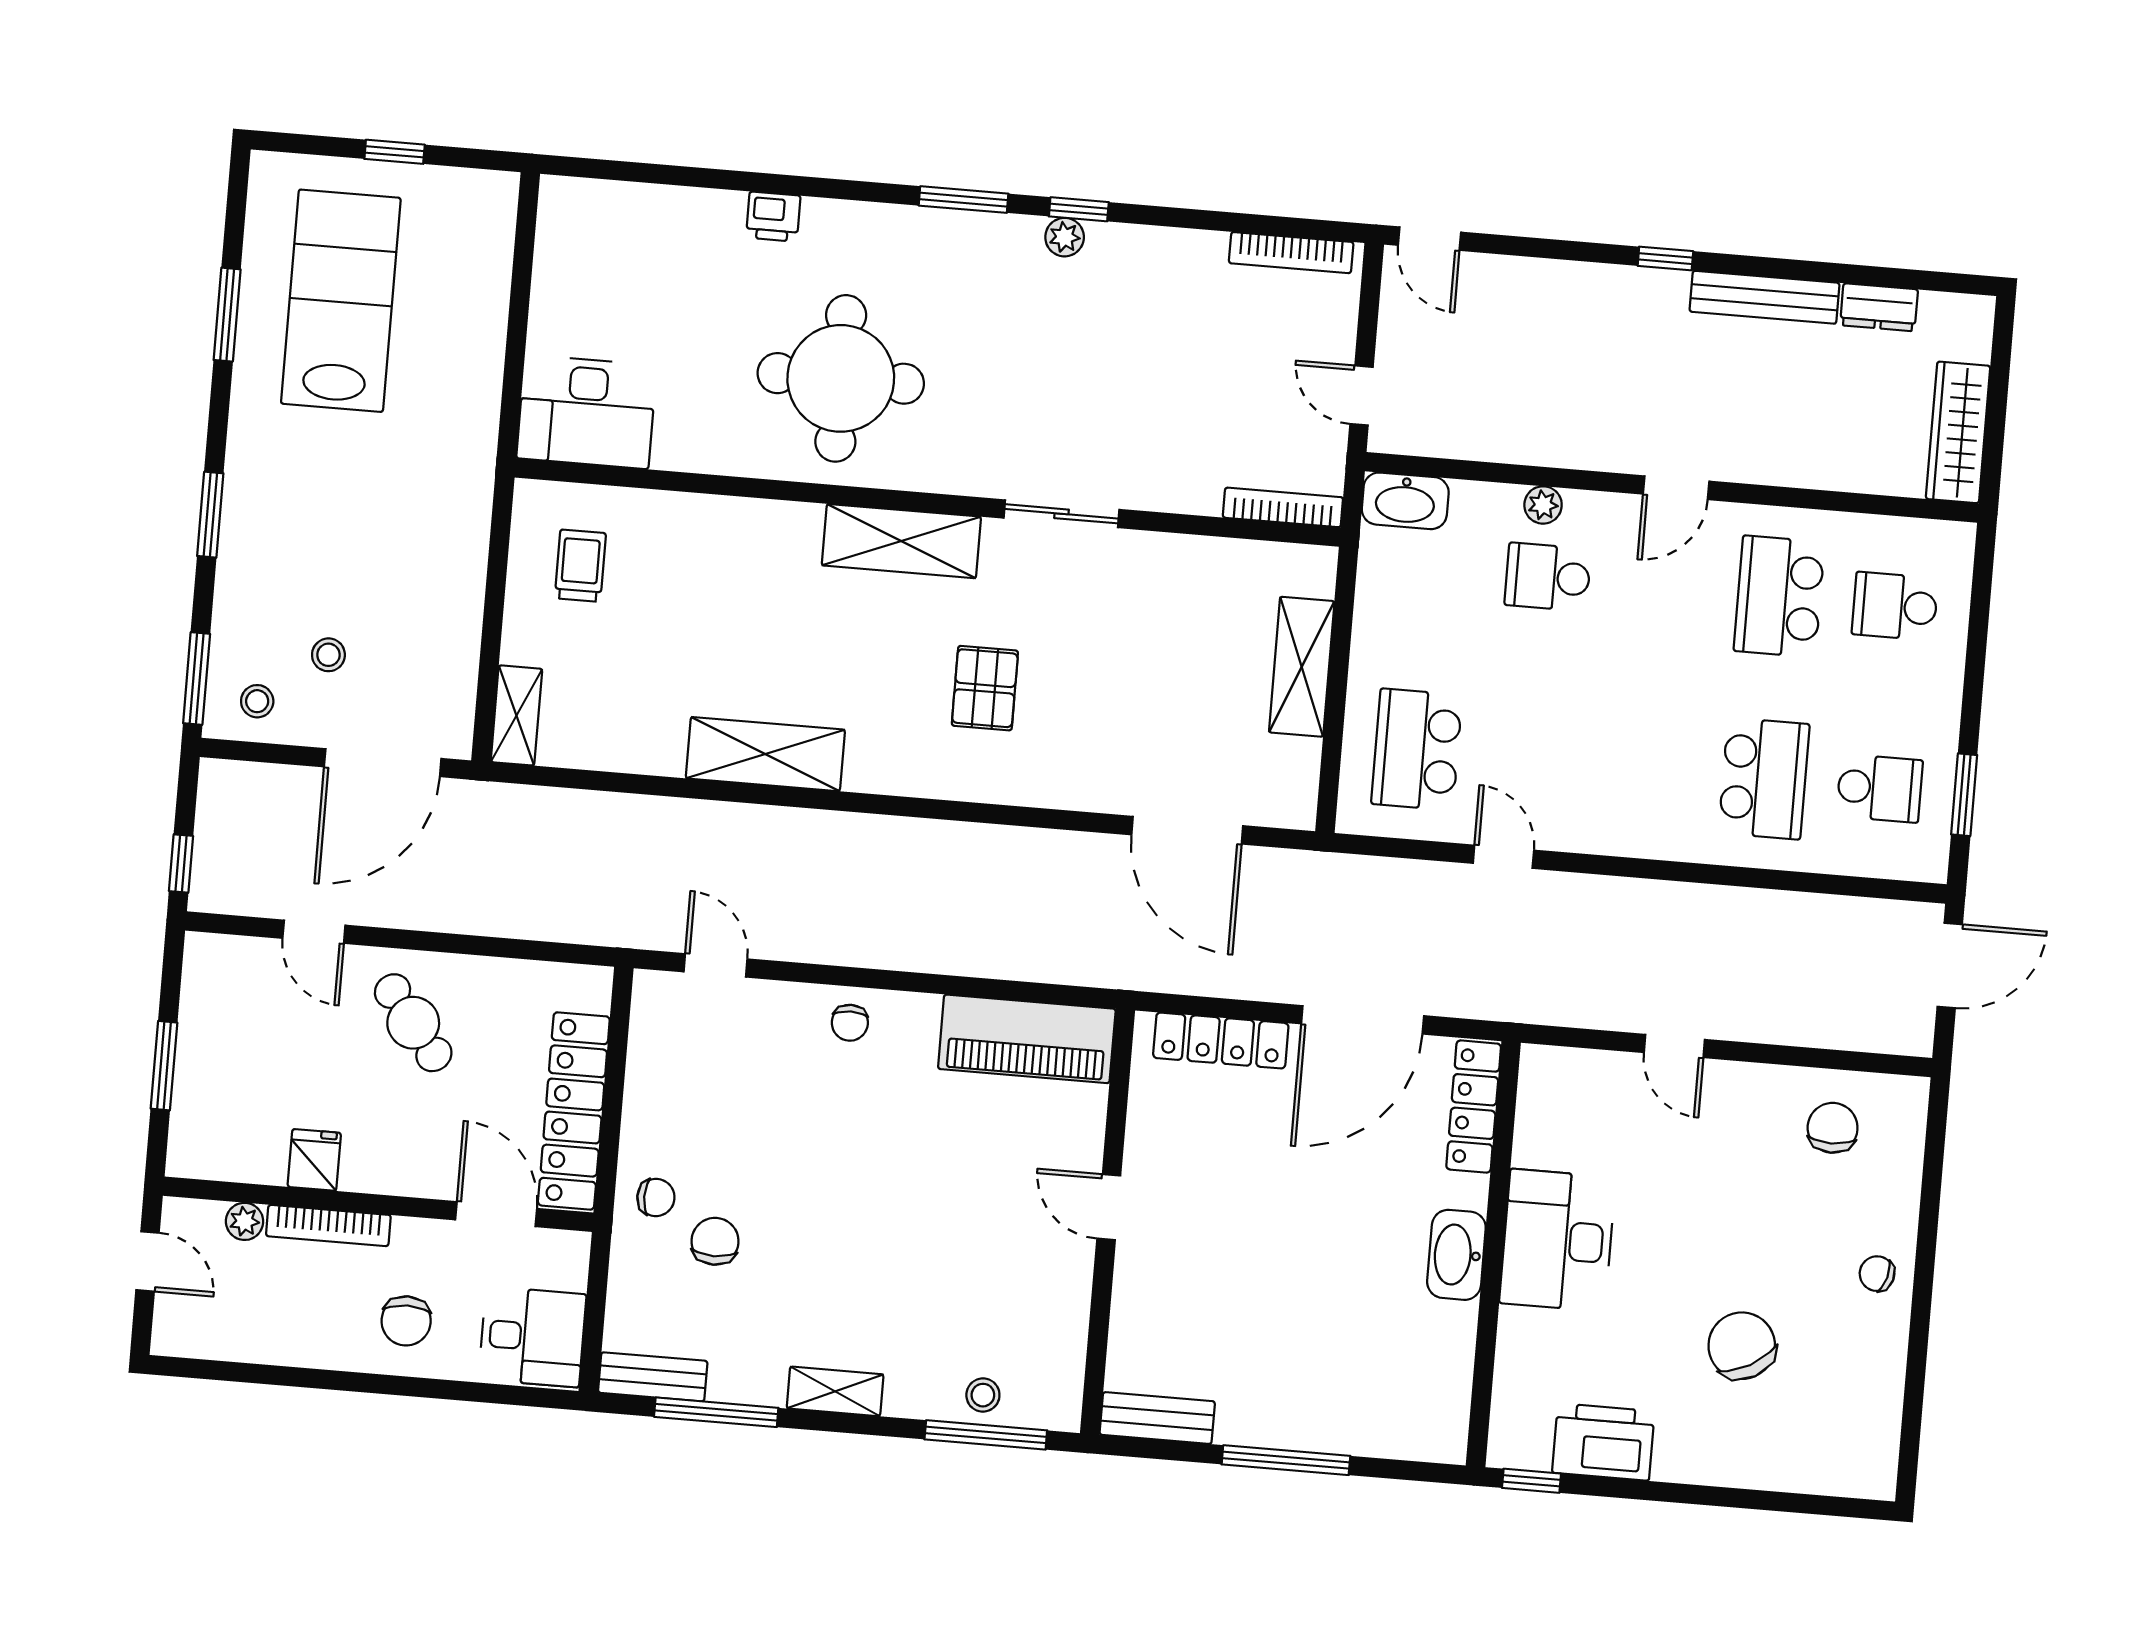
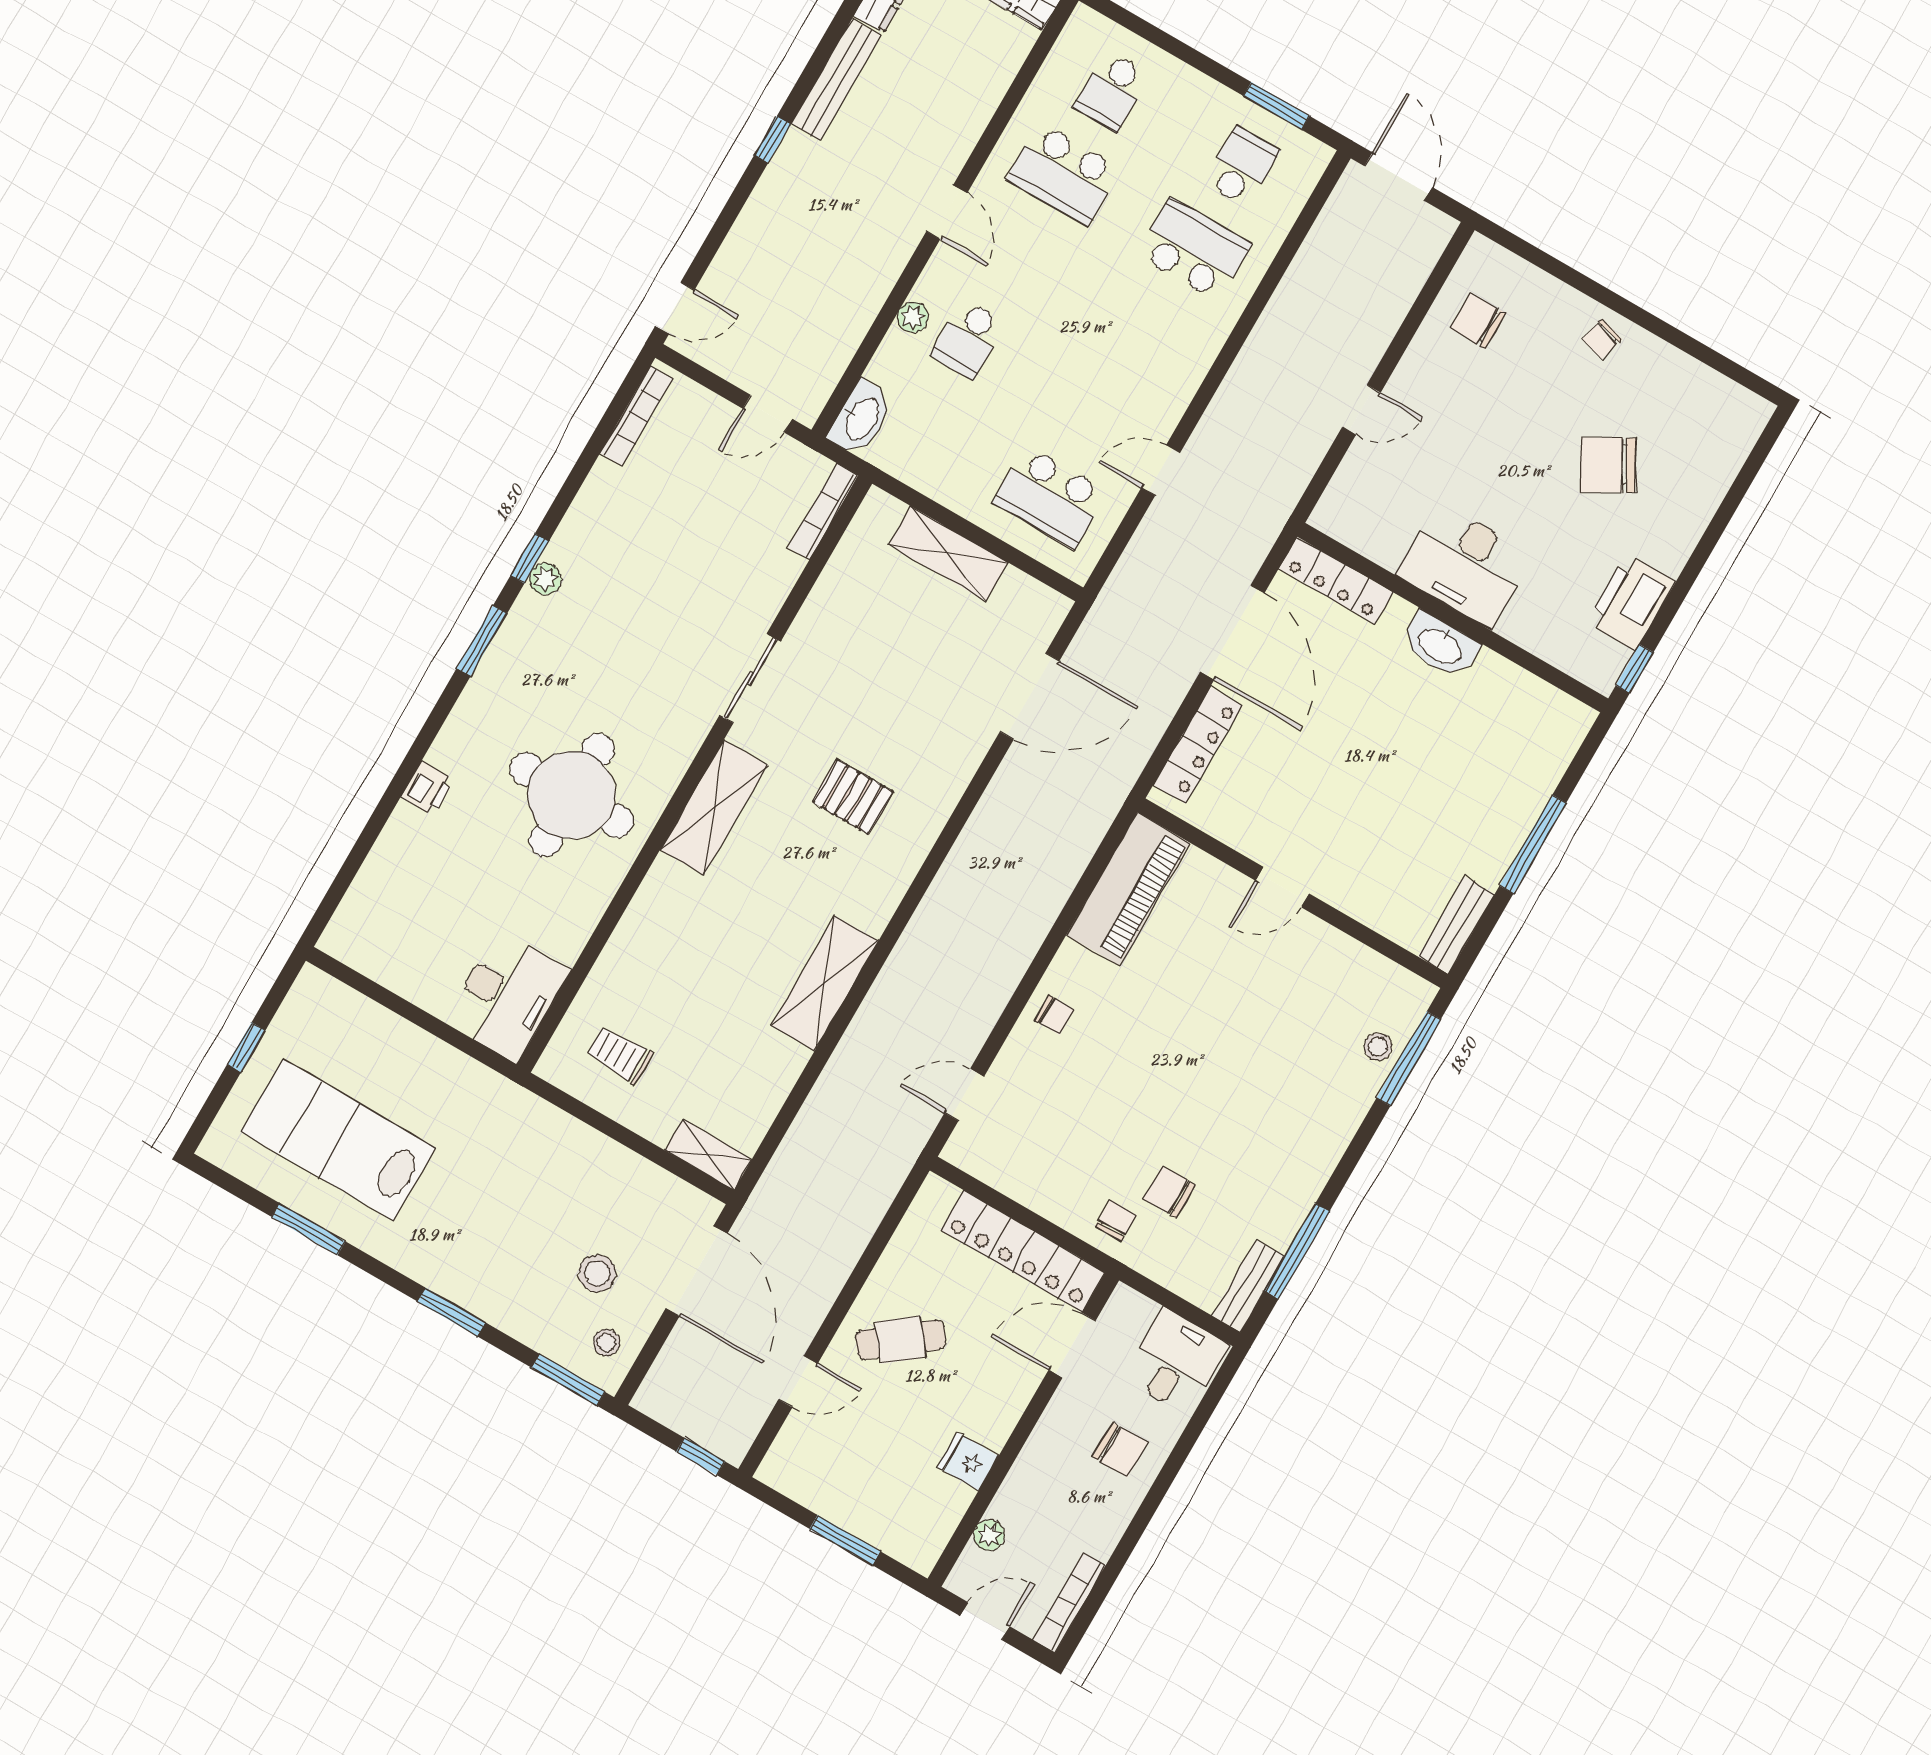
stool: (328, 655) -> (597, 1273), width x1.37, depth x1.37
bookcase: (328, 1226) -> (1069, 1602), moved, turned 180
shelving: (835, 1391) -> (1323, 1155), removed

